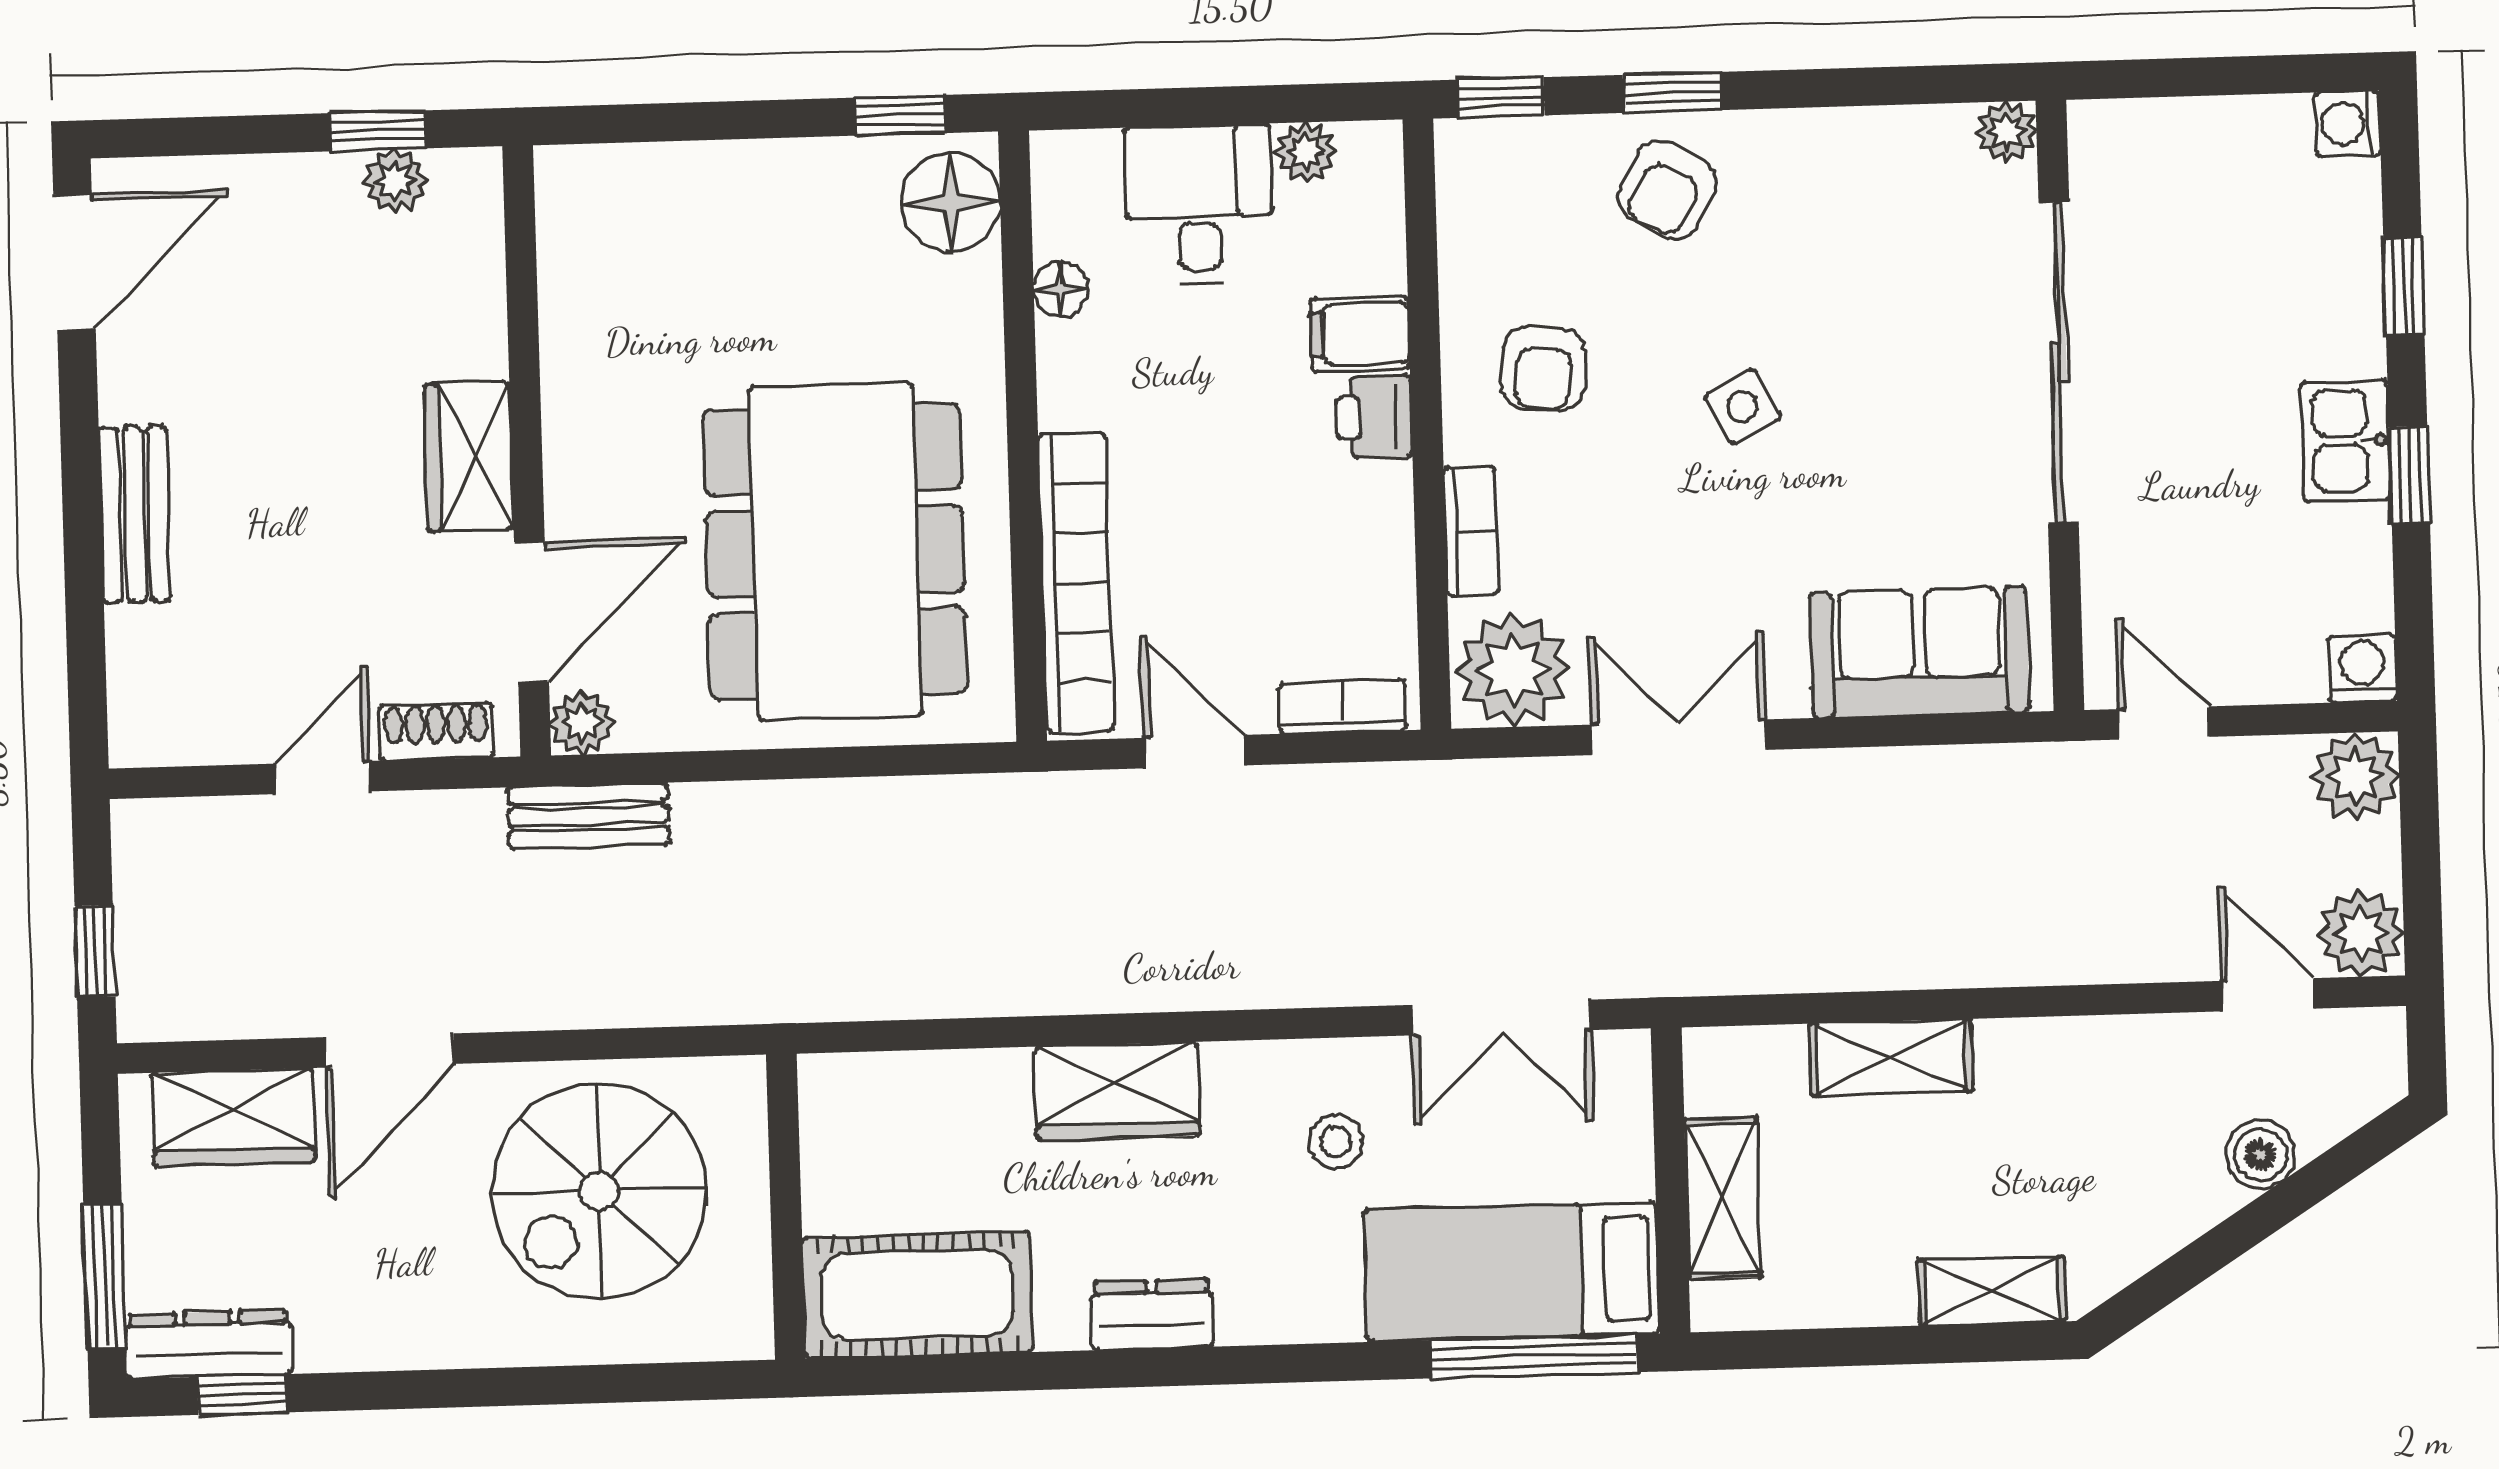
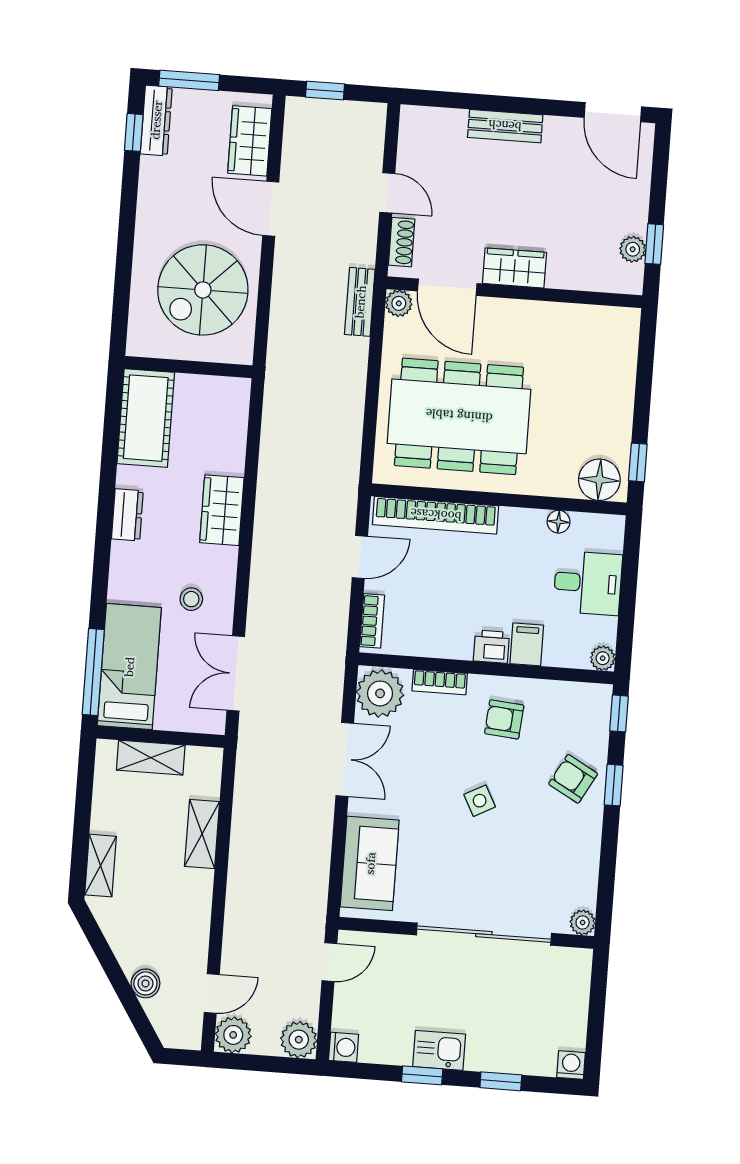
plant: (1306, 152) -> (603, 658), moved
spiral stairs: (599, 1191) -> (203, 290), turned -90

